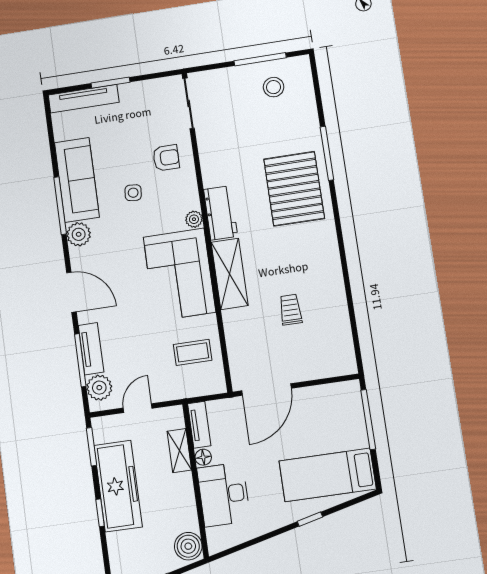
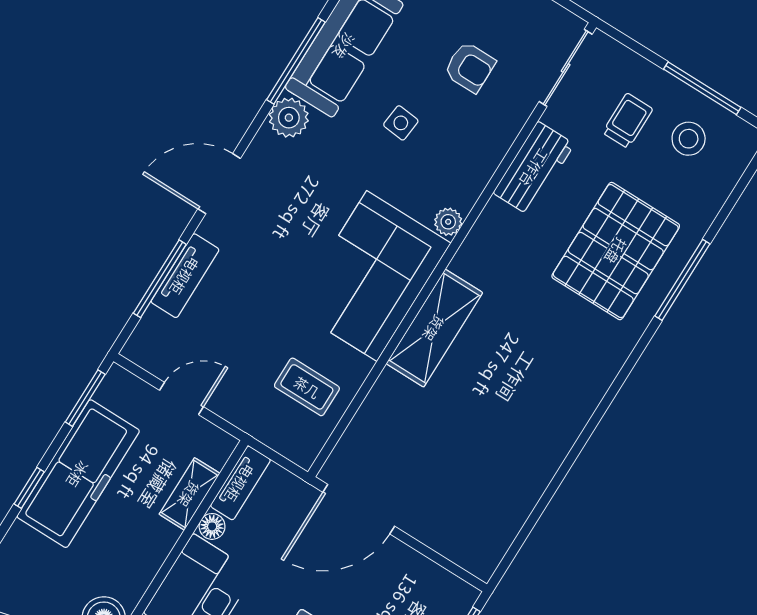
armchair: (166, 158) -> (470, 67), moved
pallet: (294, 189) -> (616, 251), moved
workbench: (221, 213) -> (534, 168), moved
door: (71, 292) -> (219, 184), swing flipped
trolley: (290, 310) -> (628, 121), moved
plant: (99, 388) -> (155, 333), removed

